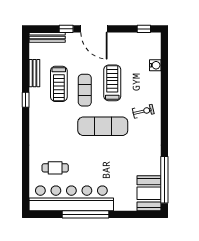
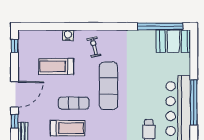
water cooler: (155, 65) -> (68, 35), moved
treadmill: (112, 83) -> (56, 66), moved

